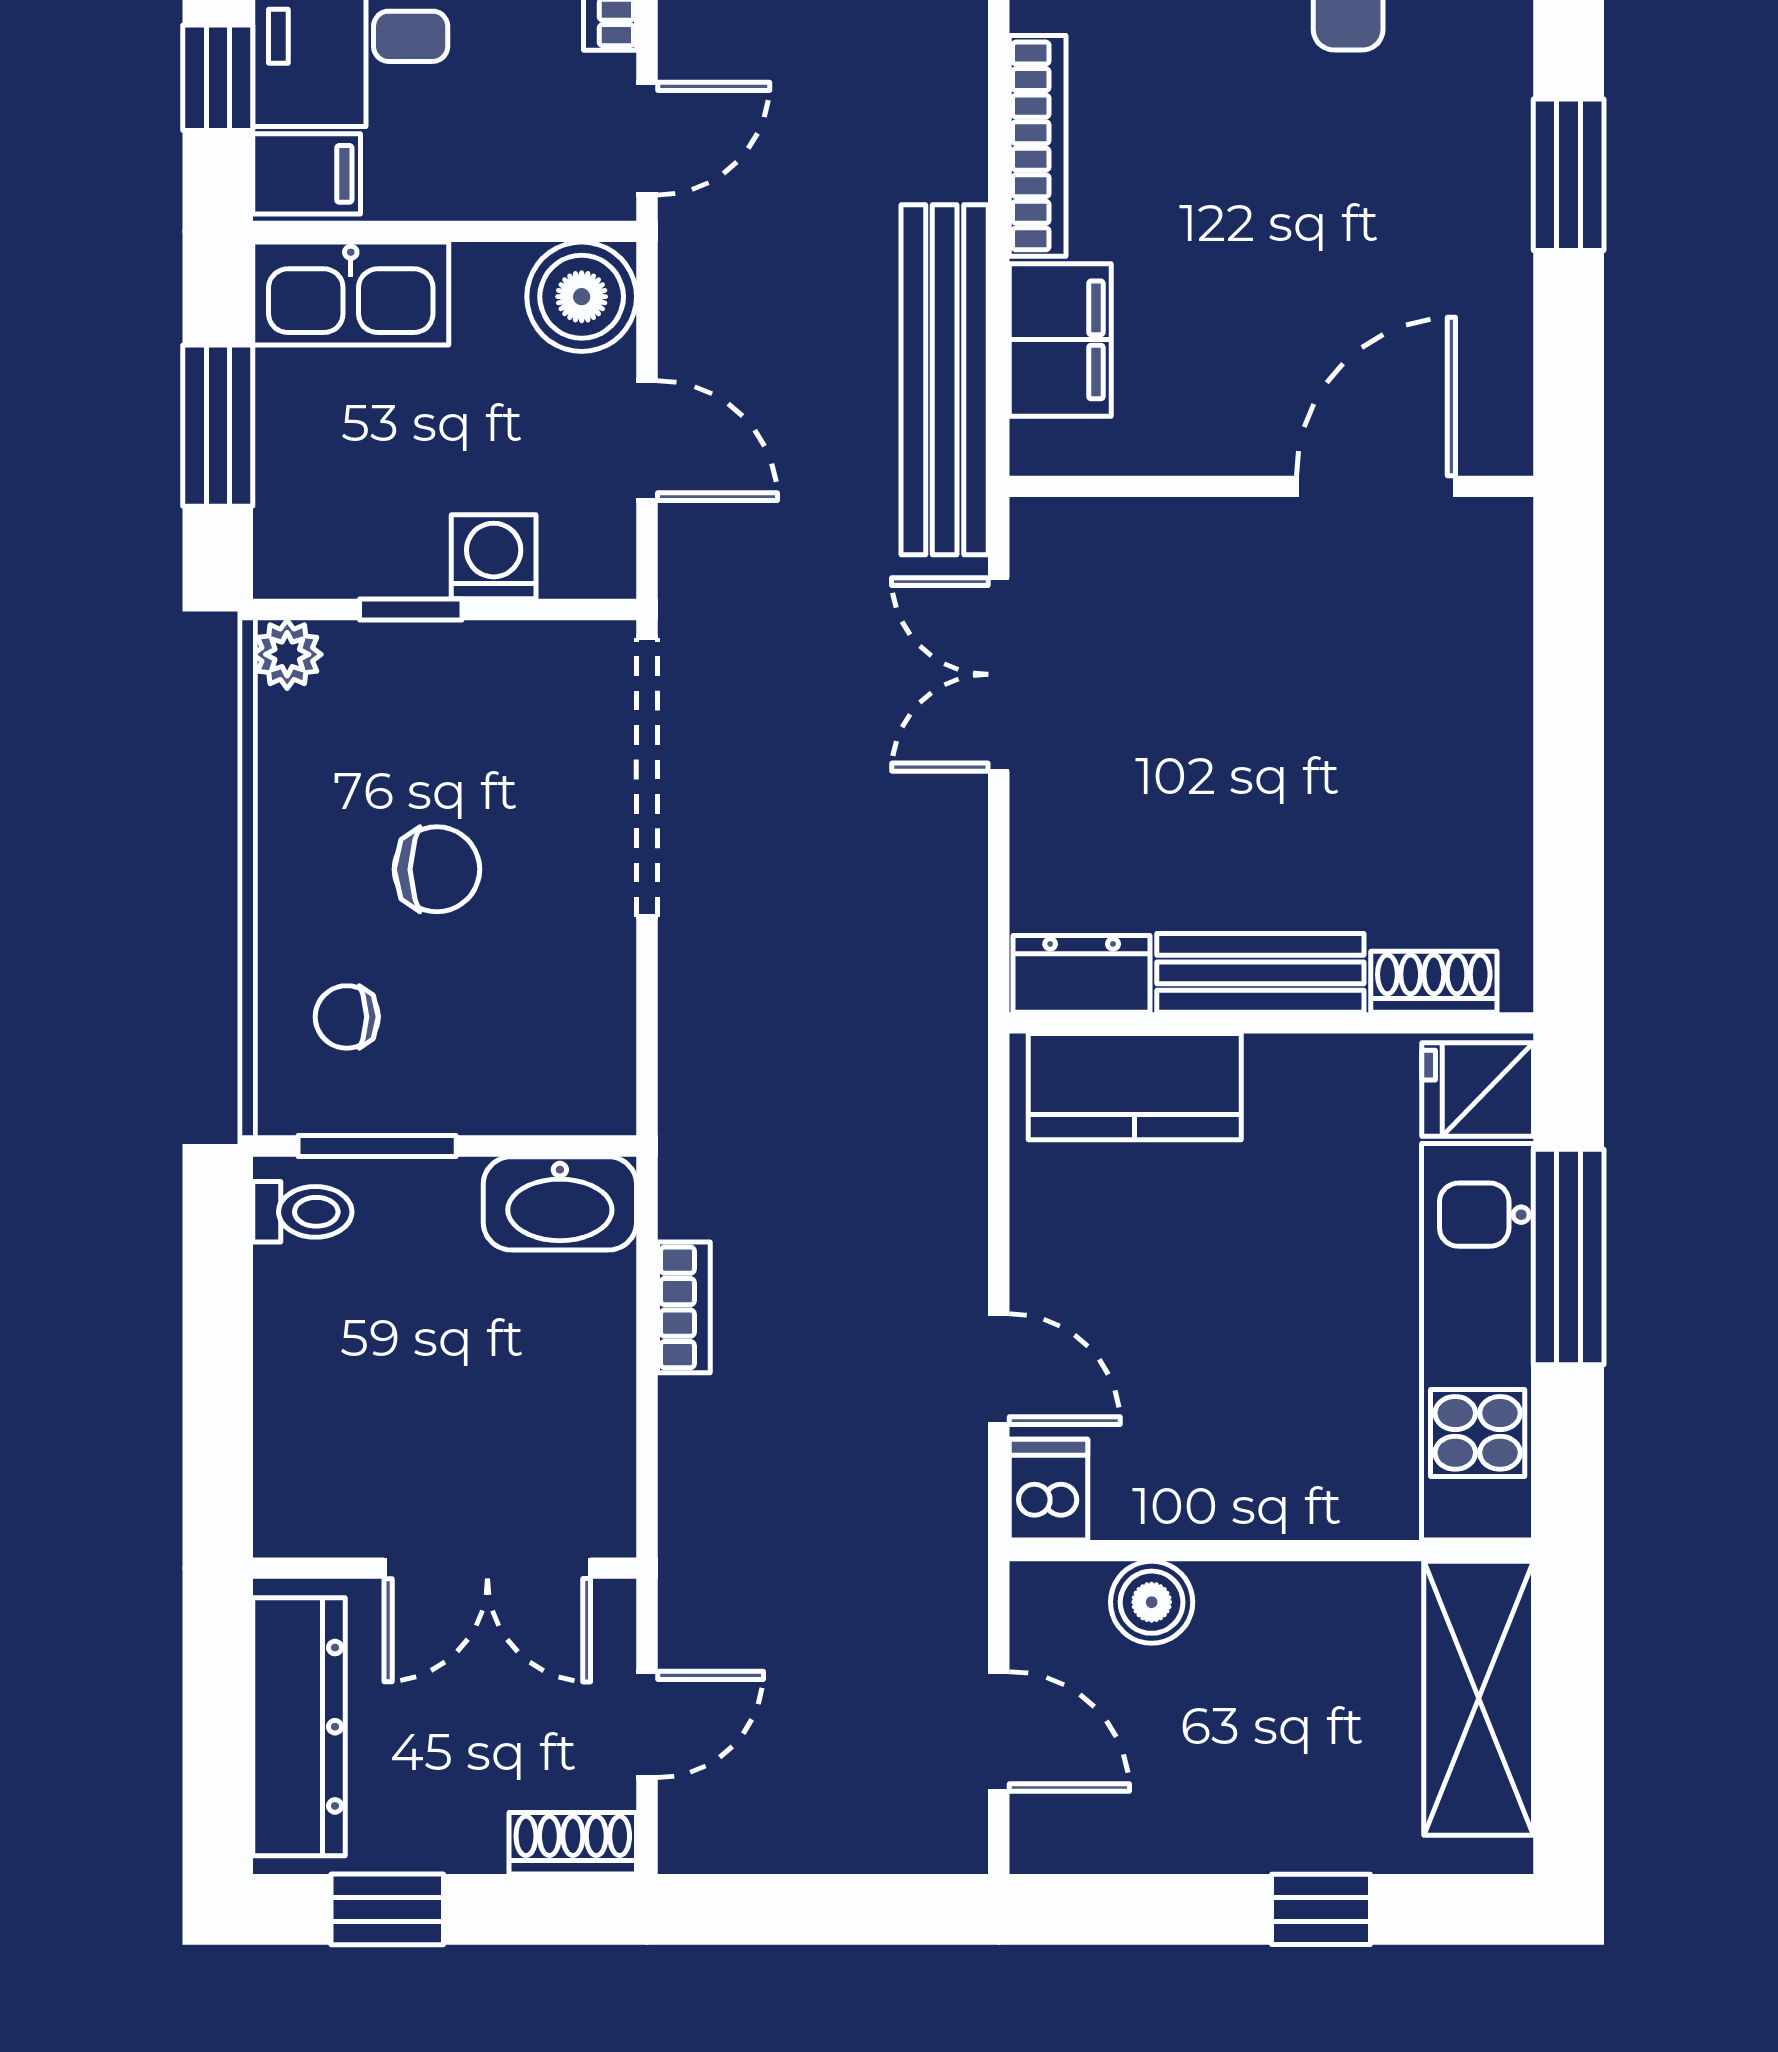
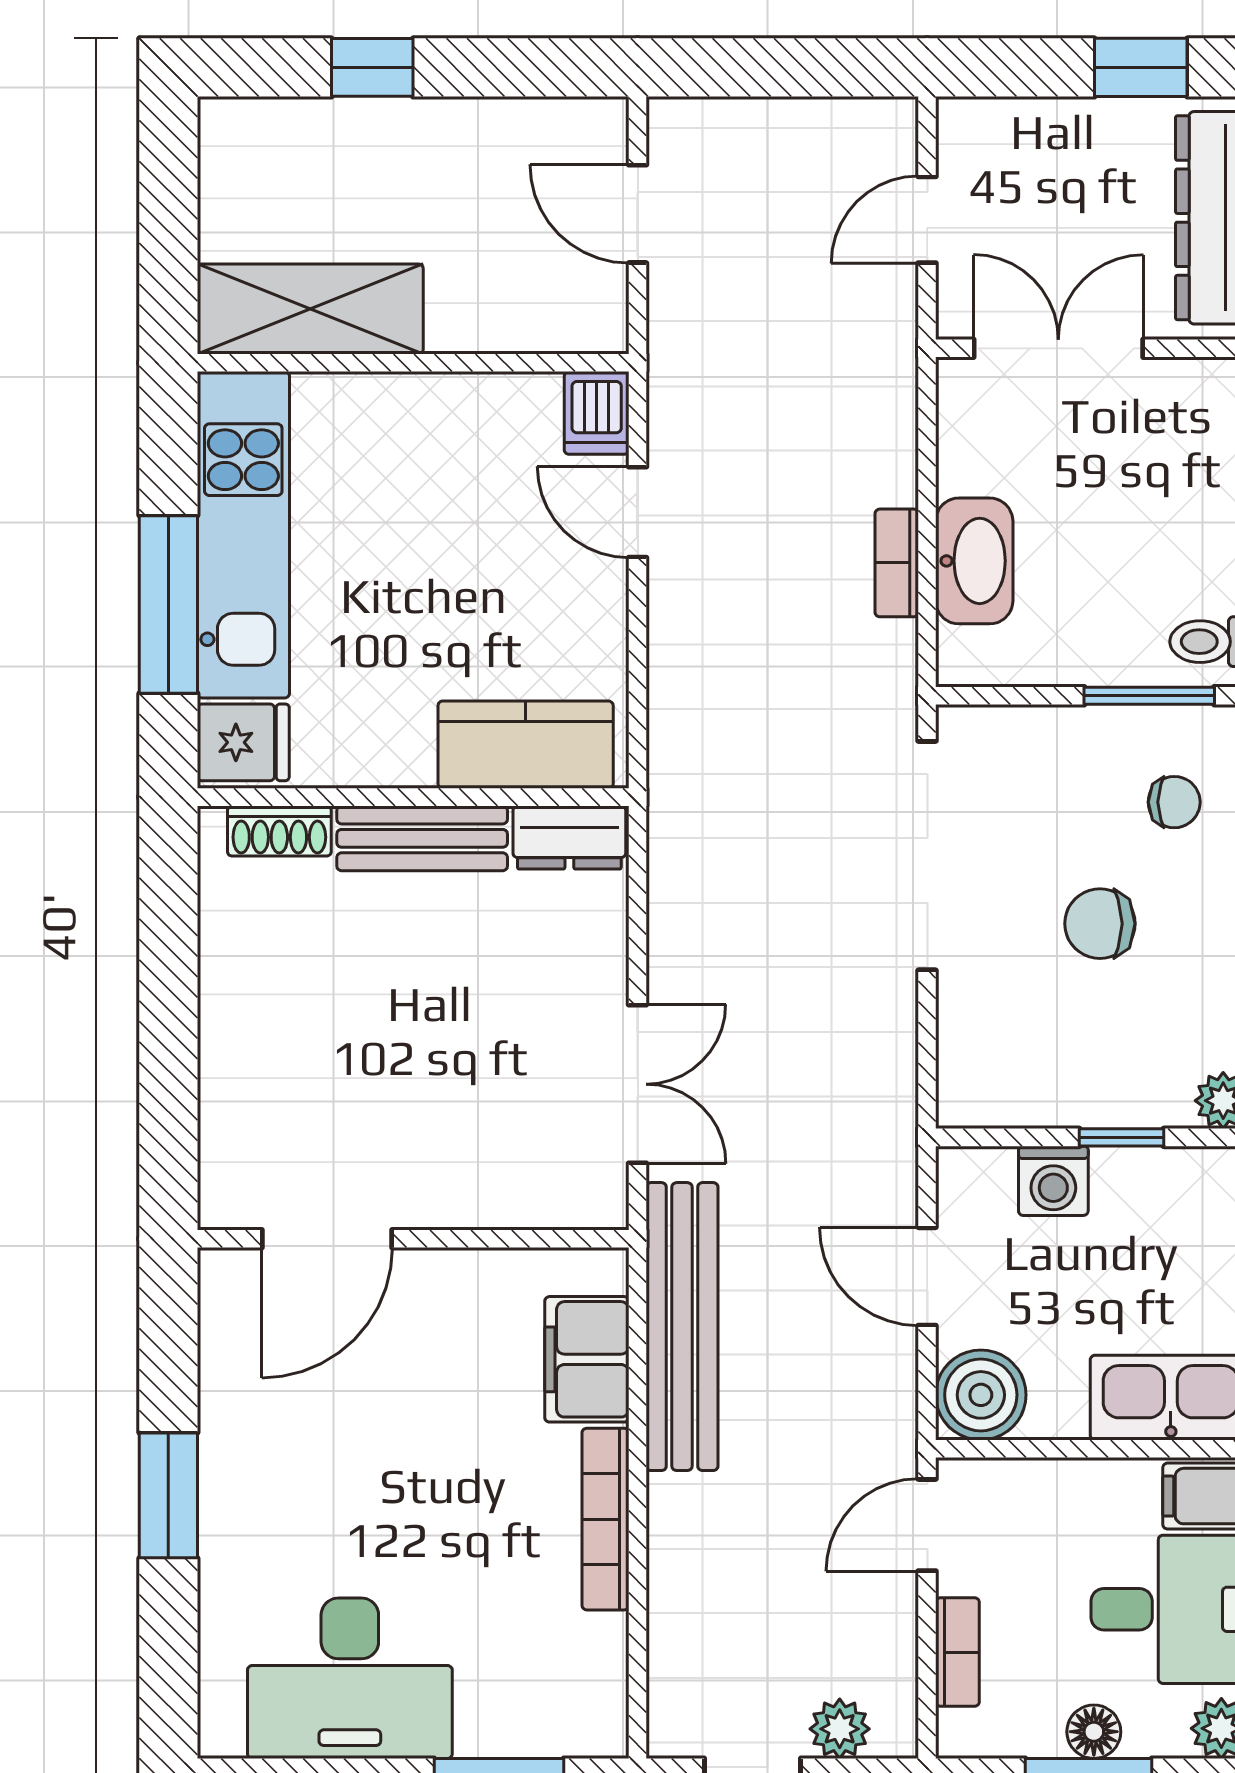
doorway: (647, 777) -> (927, 856), moved
washbasin: (560, 1203) -> (974, 561), moved, turned 90
boiler: (1152, 1602) -> (512, 320), removed
shelving: (1479, 1698) -> (310, 309), moved, turned 90
shoe rack: (573, 1843) -> (988, 122), removed

